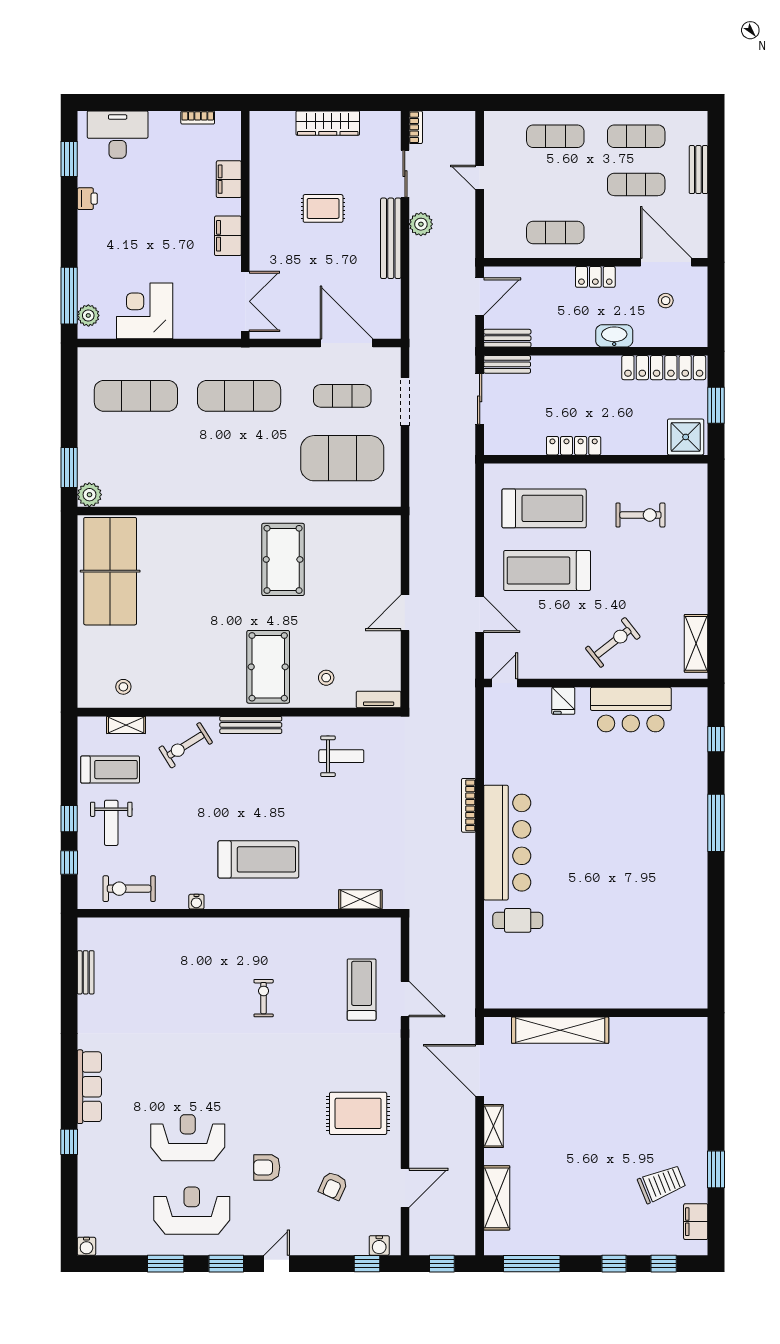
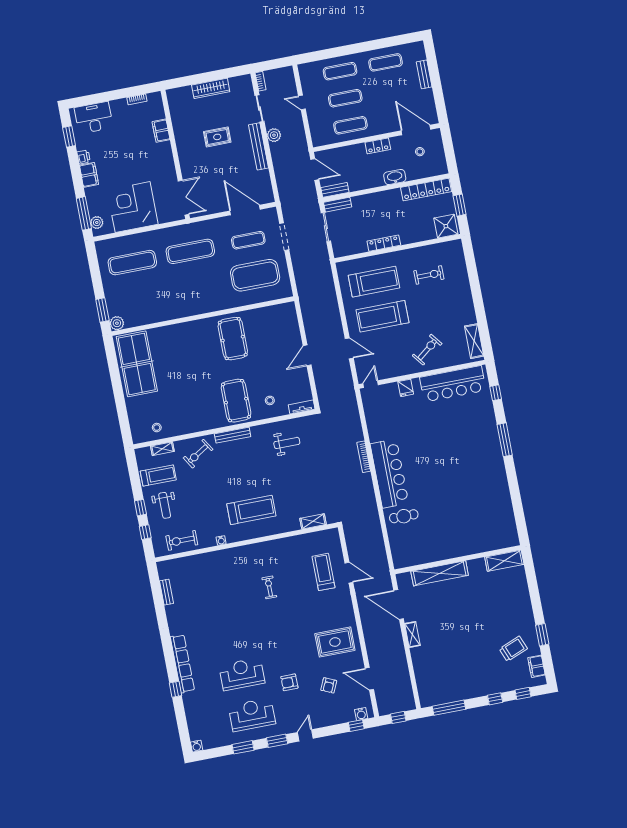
exercise mat: (636, 184) -> (345, 98), moved
filing cabinet: (228, 236) -> (89, 175), moved, turned 180
door: (480, 296) -> (315, 169), hinge flipped
corner desk: (145, 311) -> (133, 207), width x1.36, depth x1.36
bar counter: (631, 710) -> (453, 384), width x1.36
row of seats: (89, 1087) -> (182, 664), width x1.36
door: (405, 1188) -> (369, 679), swing flipped
shelving: (497, 1198) -> (504, 561), moved, turned 90

